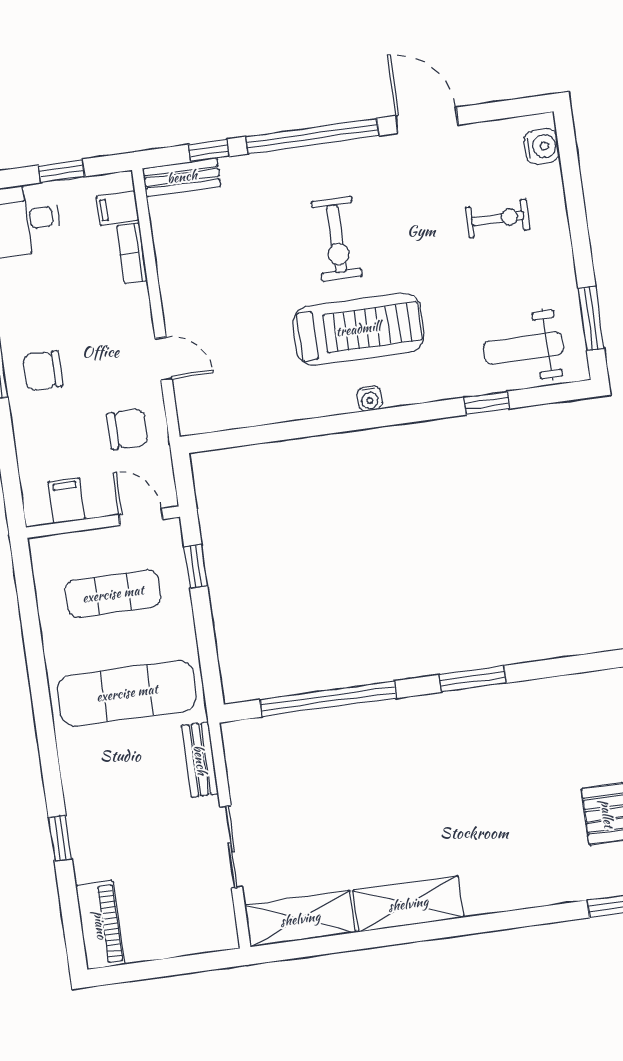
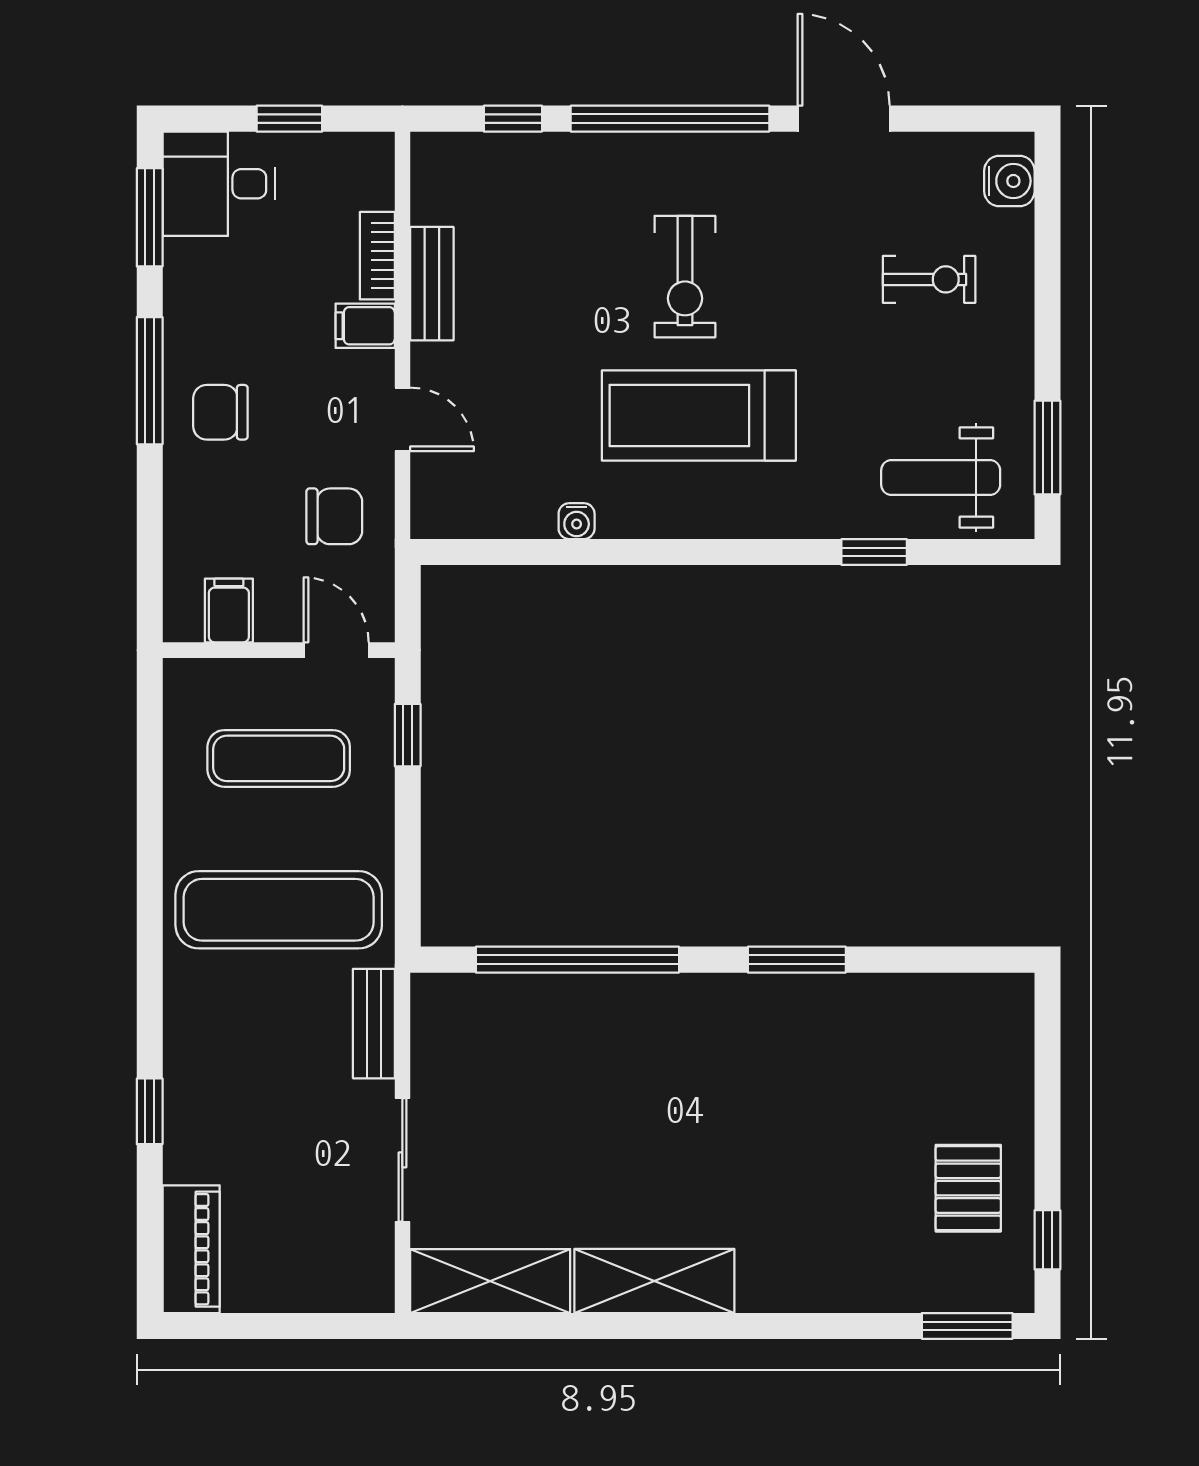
bench: (182, 177) -> (432, 284), moved, turned 90
filing cabinet: (118, 208) -> (365, 326), moved
treadmill: (358, 329) -> (699, 415), turned 180
water cooler: (370, 399) -> (577, 521), moved

